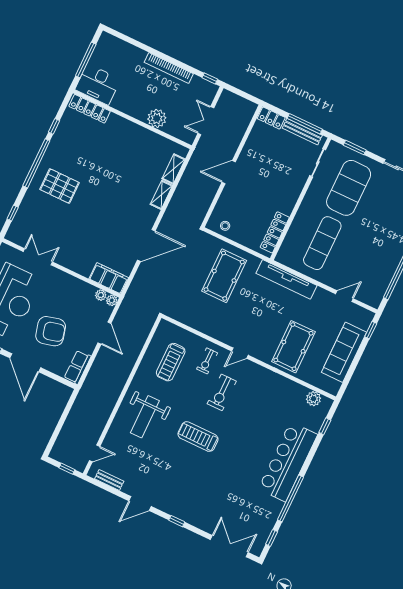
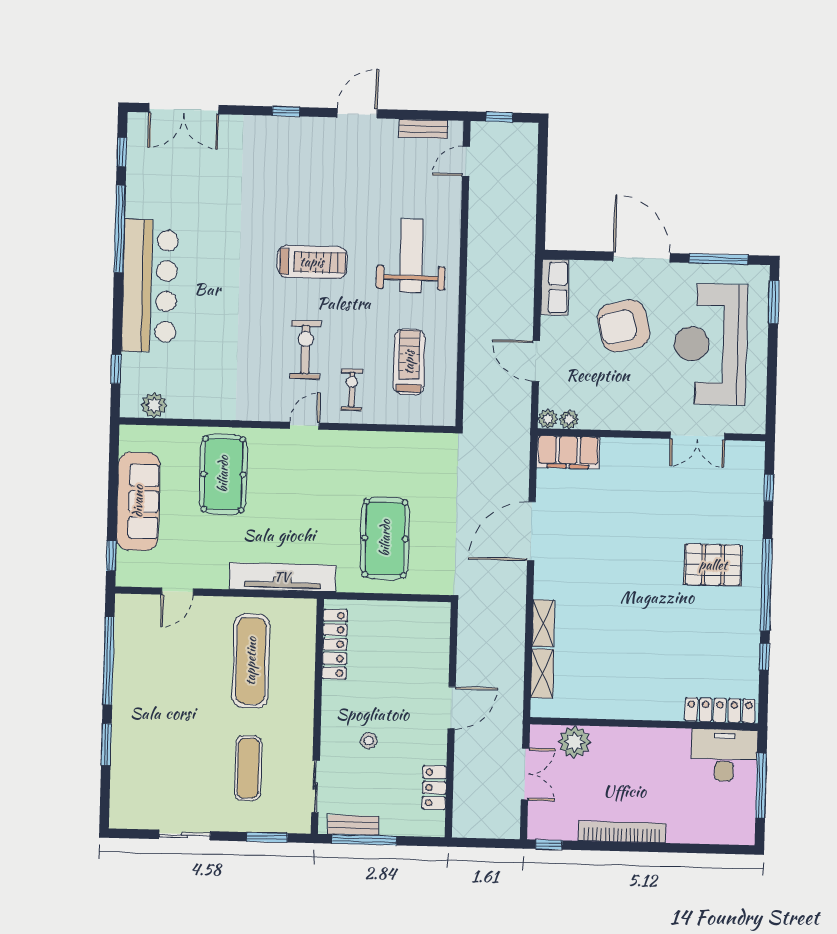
plant: (157, 118) -> (575, 742), moved
locker: (271, 118) -> (434, 788), moved, turned -90
bench: (302, 132) -> (353, 825), width x0.73
exercise mat: (349, 188) -> (248, 768), width x0.50, depth x0.69
stool: (225, 226) -> (369, 741), moved

